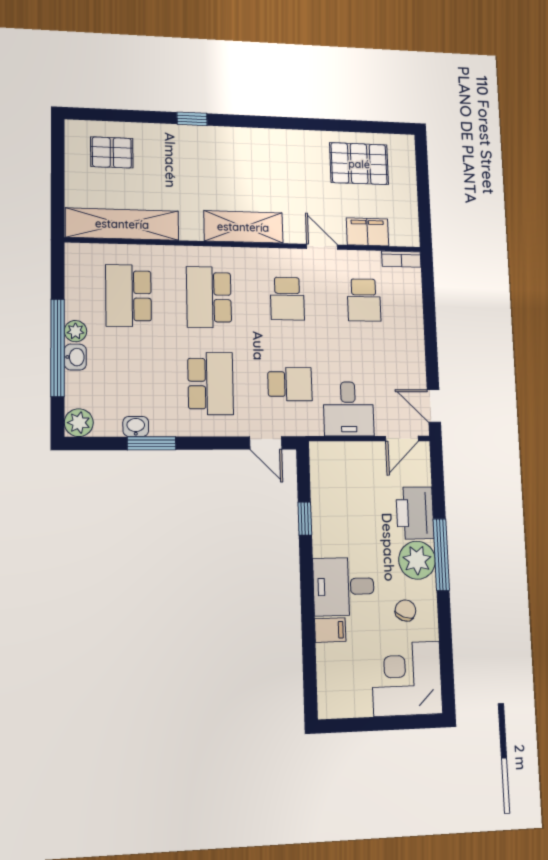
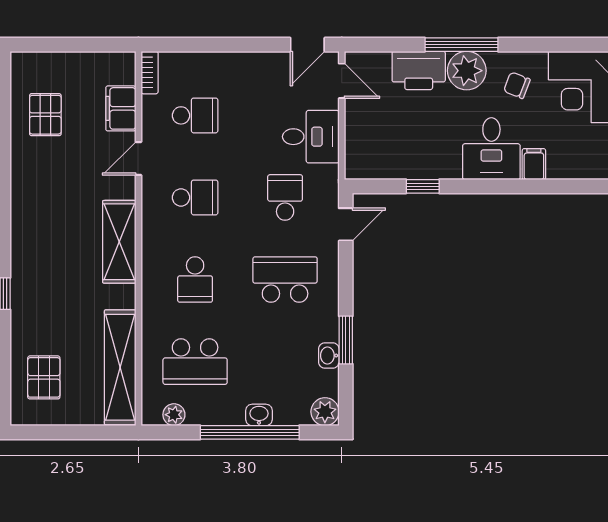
pallet: (359, 164) -> (45, 115), width x0.67, depth x0.71
school desk: (209, 297) -> (195, 280), width x0.54
plant: (75, 331) -> (174, 415), moved

